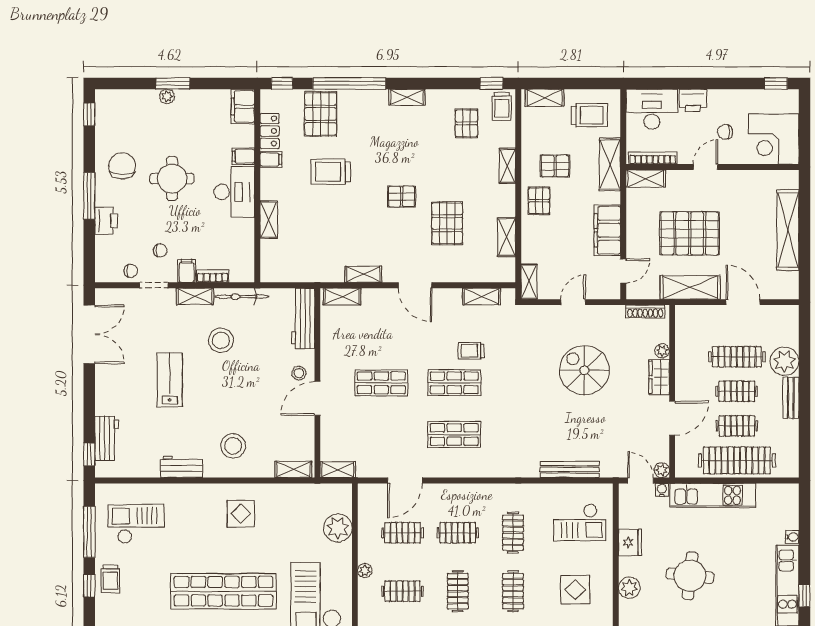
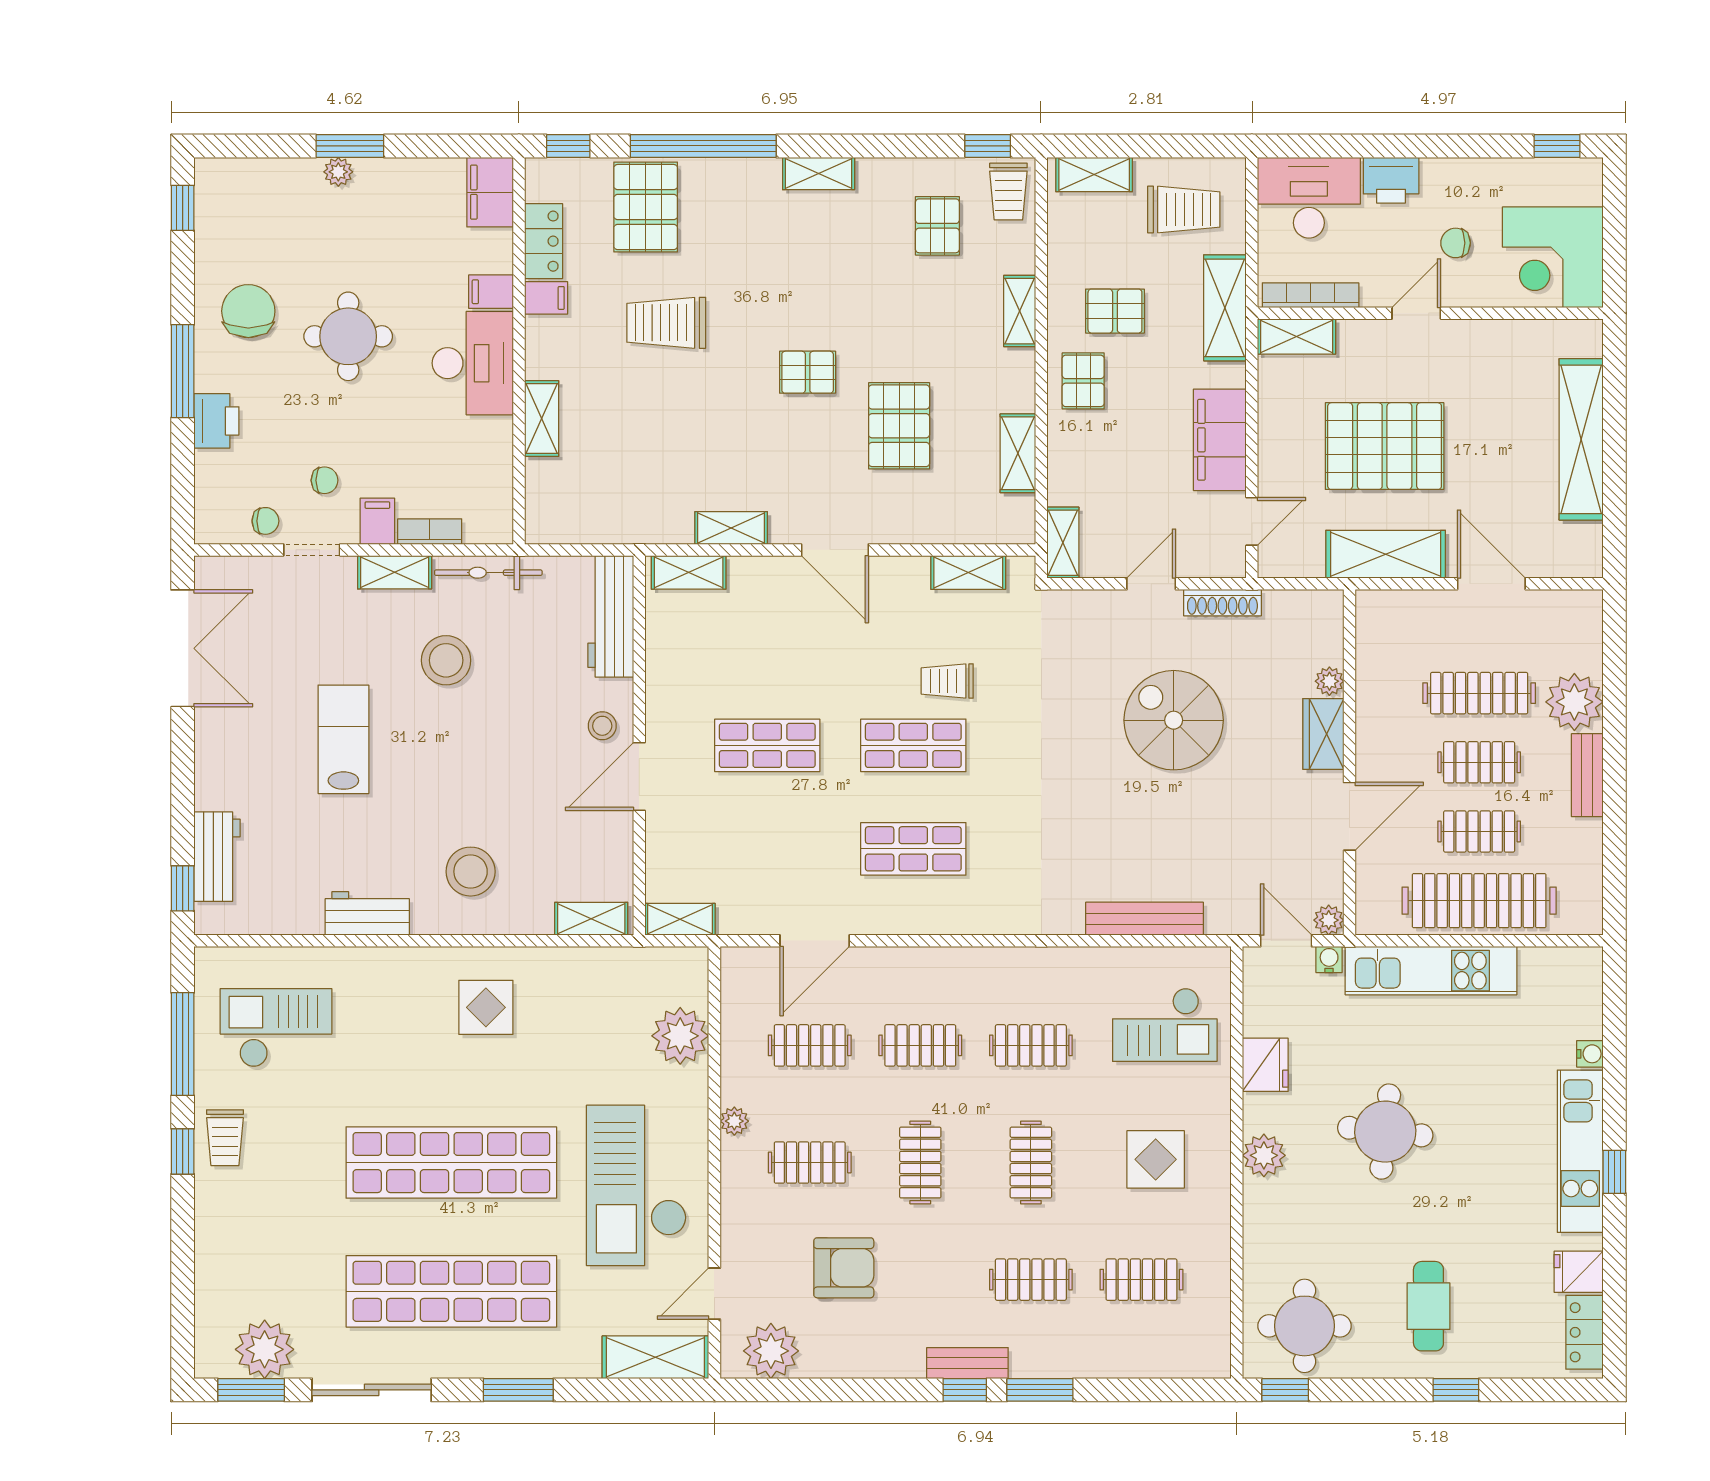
shoe rack: (645, 312) -> (1222, 603), moved
clothes rail: (513, 533) -> (1031, 1045), turned 90

